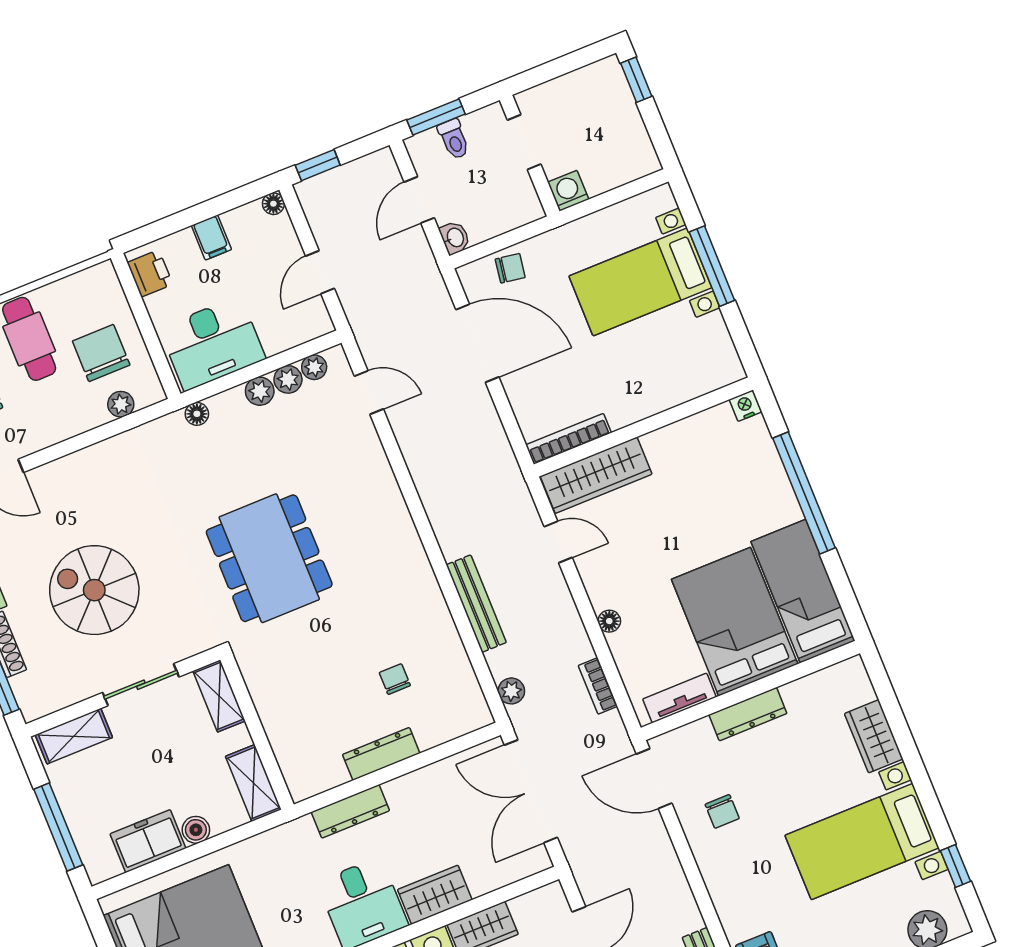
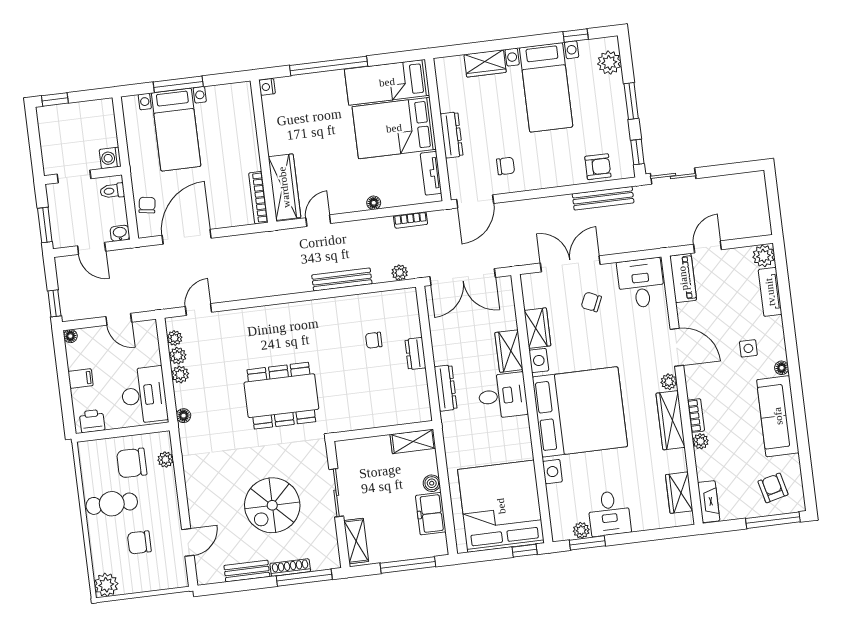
toilet: (454, 139) -> (112, 191), moved, turned 180
shelving: (219, 696) -> (356, 448), removed
dresser: (381, 754) -> (415, 354), width x0.70

